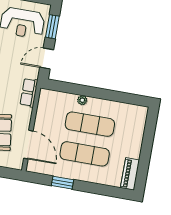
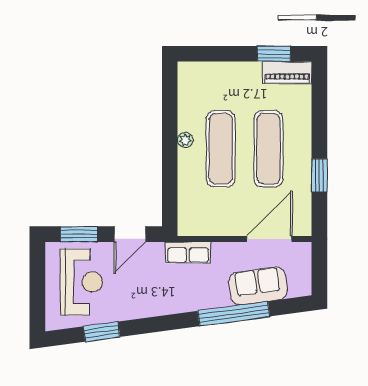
door: (47, 58) -> (130, 234), hinge flipped
plant: (82, 100) -> (185, 140), moved
window: (143, 168) -> (274, 54), added

